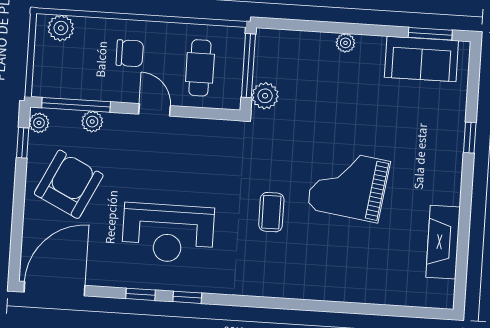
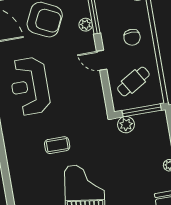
cafe table: (200, 68) -> (133, 81), turned -31
door: (155, 110) -> (102, 60), swing flipped

